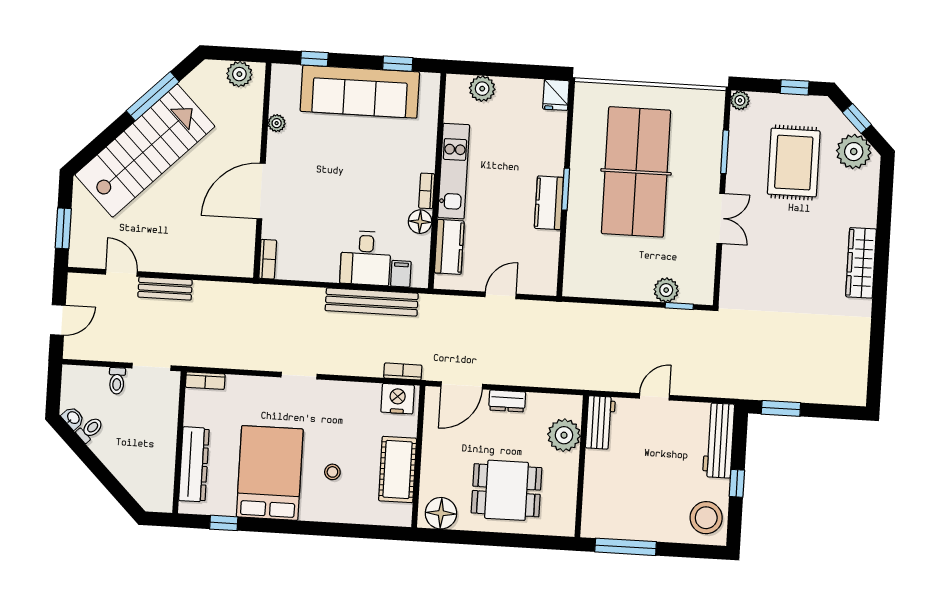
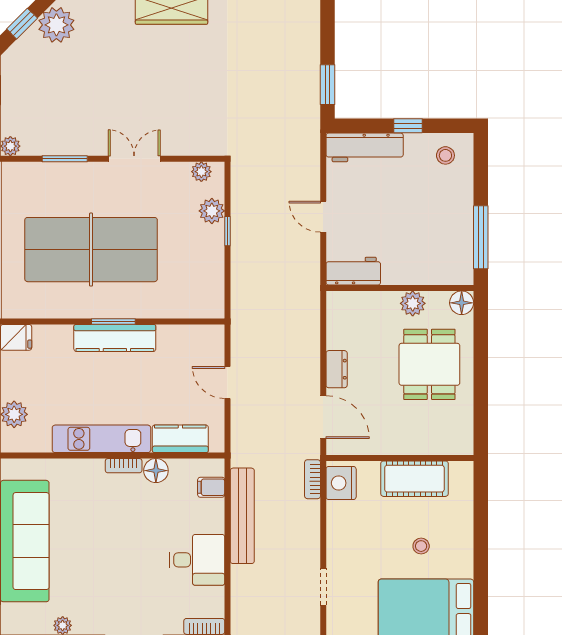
rug: (794, 163) -> (72, 86), removed
kitchen counter: (549, 203) -> (115, 338), width x1.50
desk: (366, 258) -> (197, 560), moved
plant: (705, 282) -> (201, 172), added
window: (679, 306) -> (227, 231), moved
plant: (564, 435) -> (413, 303), moved, width x0.73, depth x0.73
floor lamp: (441, 513) -> (462, 303), moved, width x0.73, depth x0.73
stool: (706, 518) -> (445, 155), width x0.53, depth x0.53

